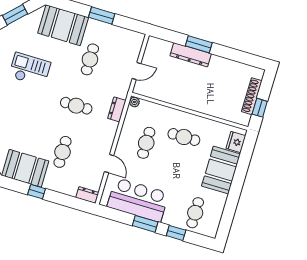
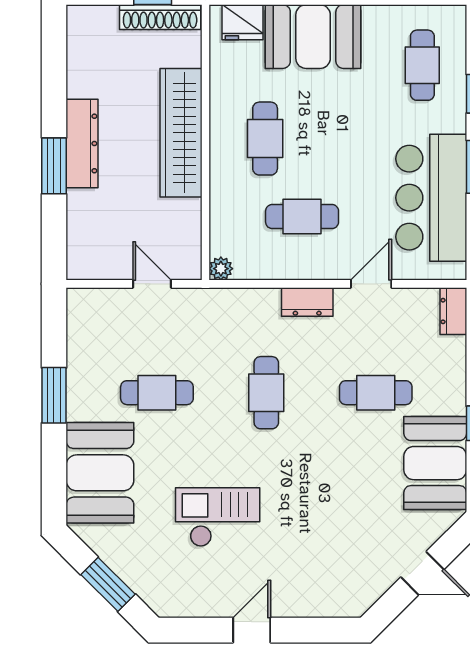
dresser: (191, 55) -> (82, 143), moved
checkout: (30, 69) -> (218, 517), turned 90
shoe rack: (252, 96) -> (160, 17), moved
wardrobe: (197, 102) -> (181, 133), added
dresser: (117, 109) -> (307, 302), moved
cafe table: (195, 213) -> (422, 65), turned 90

